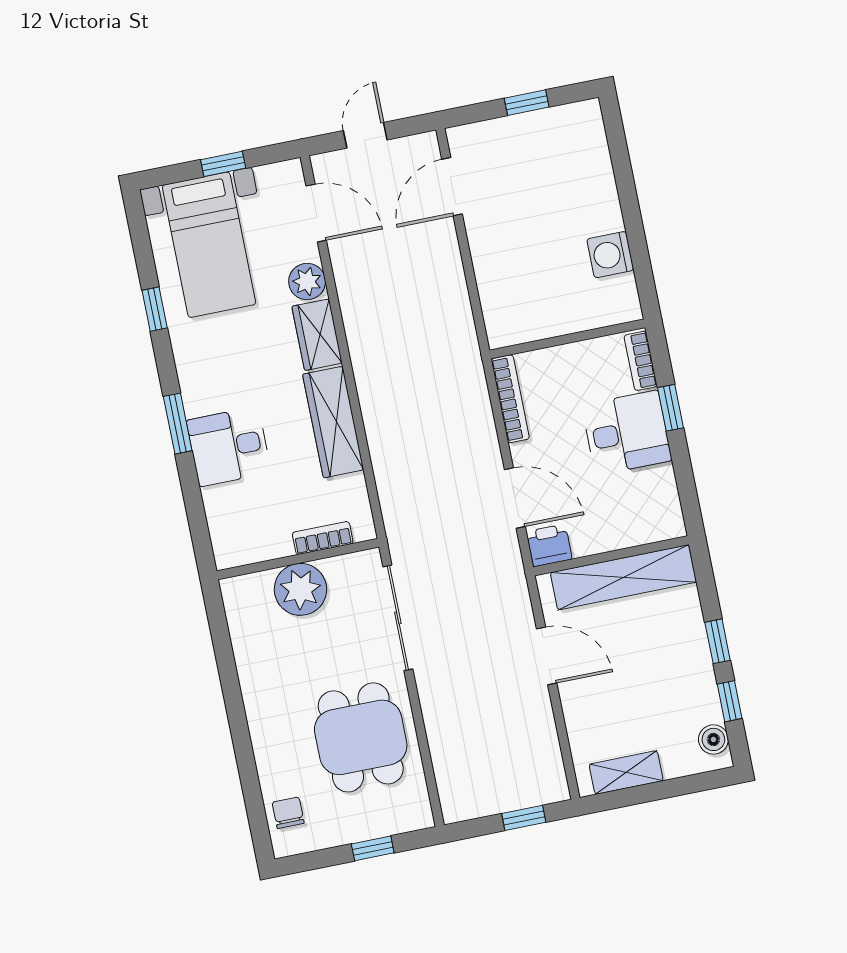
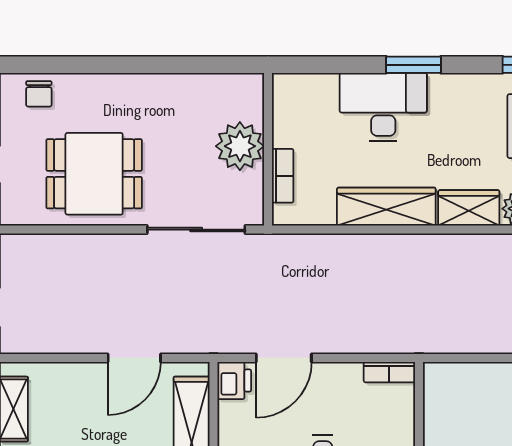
bookcase: (510, 399) -> (389, 372), width x0.64
desk: (229, 446) -> (383, 107), width x1.37
chair: (288, 813) -> (39, 94), turned 90

